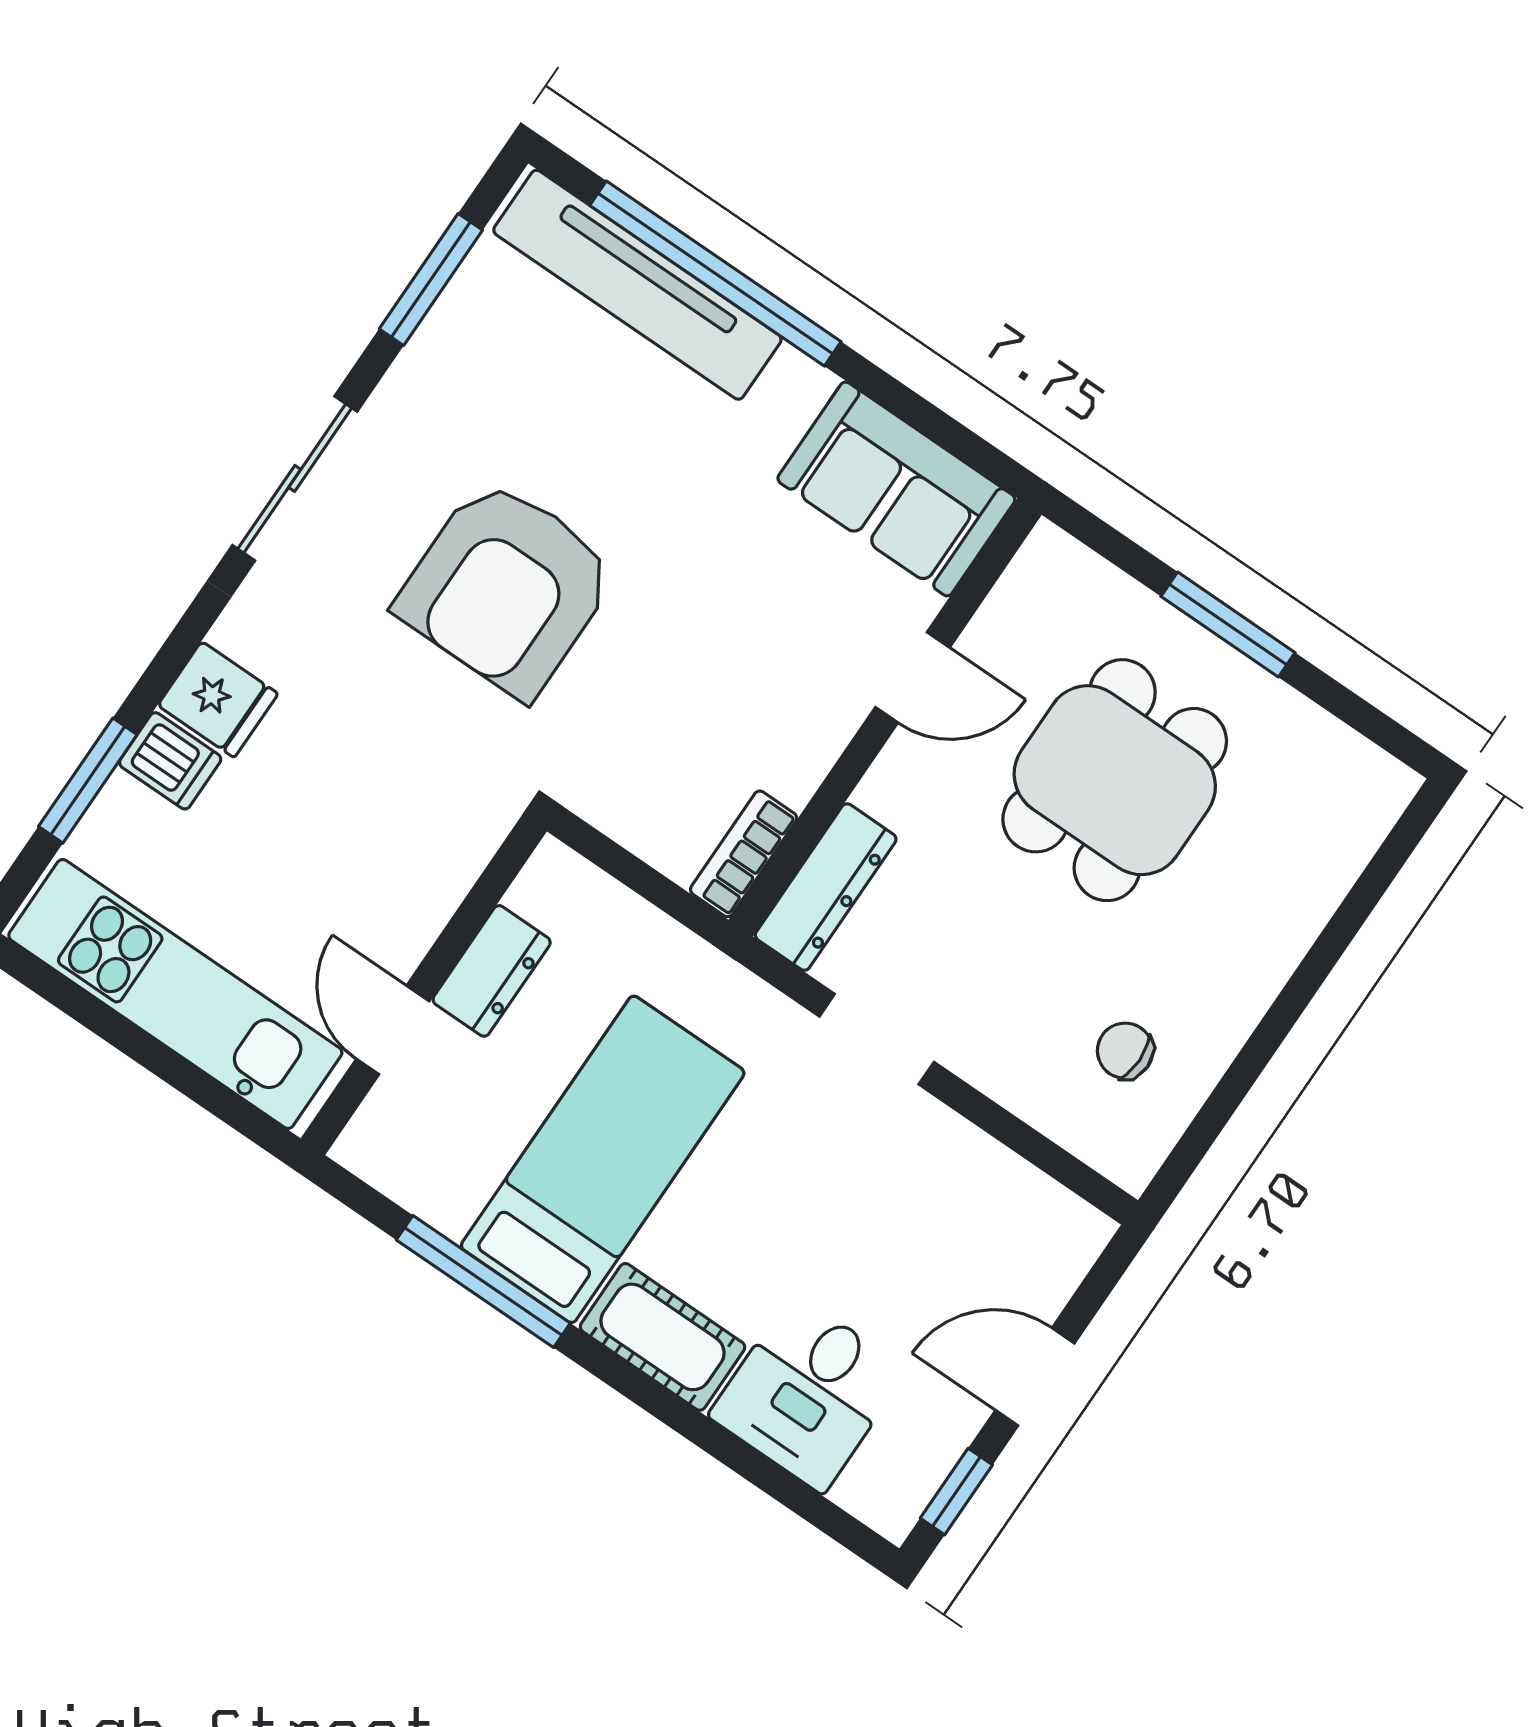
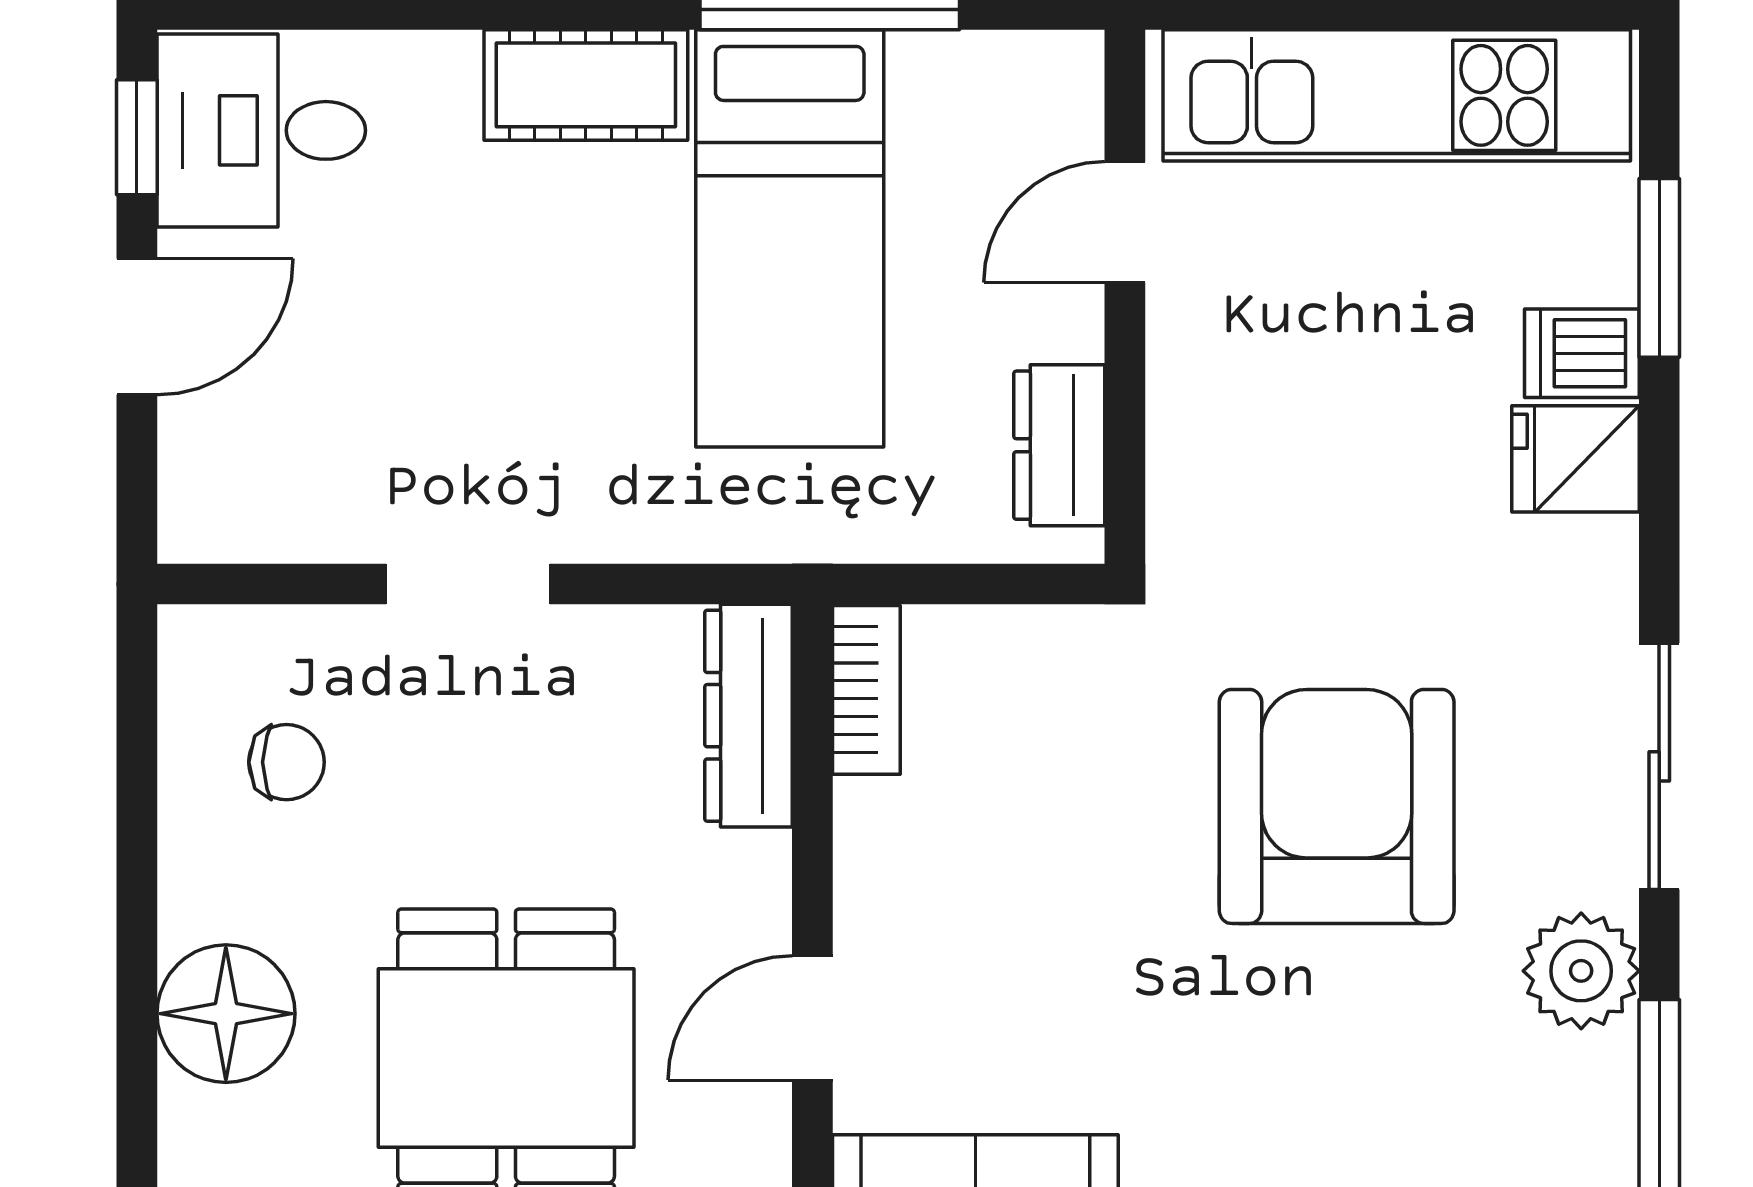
plant: (427, 387) -> (1581, 971), added
floor lamp: (1266, 923) -> (226, 1014), added
dresser: (492, 971) -> (1059, 445), moved
door: (393, 1030) -> (1125, 222), swing flipped
doorway: (877, 1039) -> (468, 584), moved
desk: (808, 1393) -> (261, 130), moved, turned -90

